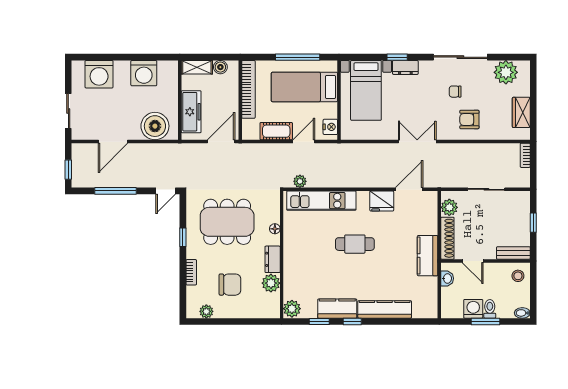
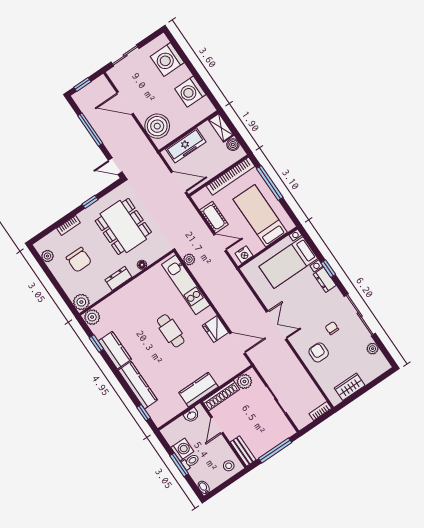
window: (298, 57) -> (270, 183), moved
plant: (506, 72) -> (373, 349), width x0.53, depth x0.53
window: (533, 223) -> (275, 450), width x2.17
plant: (271, 283) -> (81, 302), moved
window: (352, 321) -> (144, 413), moved

